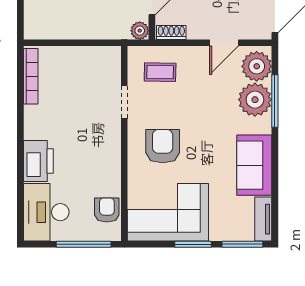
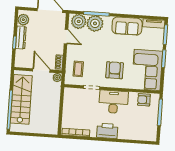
armchair: (163, 146) -> (115, 70), turned 90
printer: (38, 161) -> (107, 131), moved
desk: (46, 212) -> (113, 102), moved, turned 180

